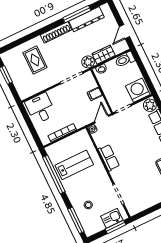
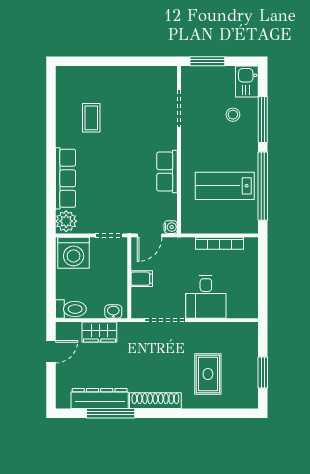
plant: (88, 62) -> (129, 332), removed
desk: (40, 108) -> (206, 297), moved
kitchen sink: (112, 218) -> (247, 82), moved, turned 90
window: (76, 220) -> (263, 120), moved

